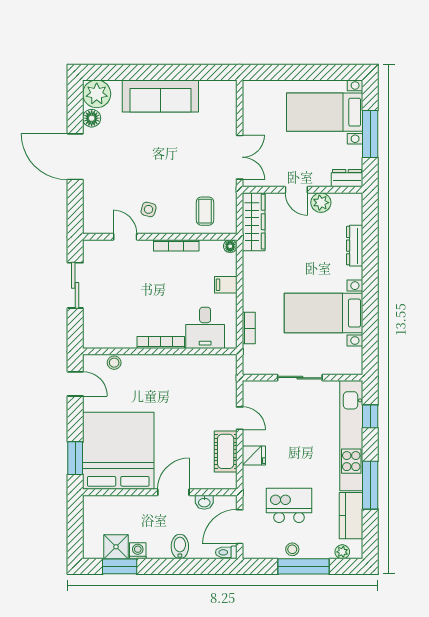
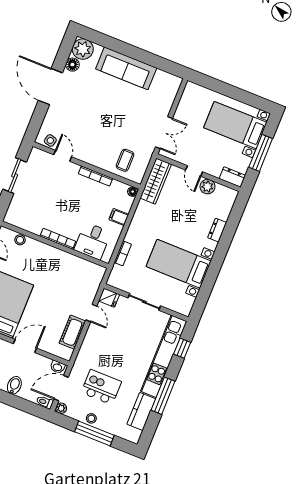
side table: (149, 209) -> (50, 140), moved
dresser: (355, 246) -> (217, 230), width x0.70
fridge: (254, 456) -> (109, 298), moved
washbasin: (204, 502) -> (58, 367), moved
plant: (342, 552) -> (61, 408), moved

